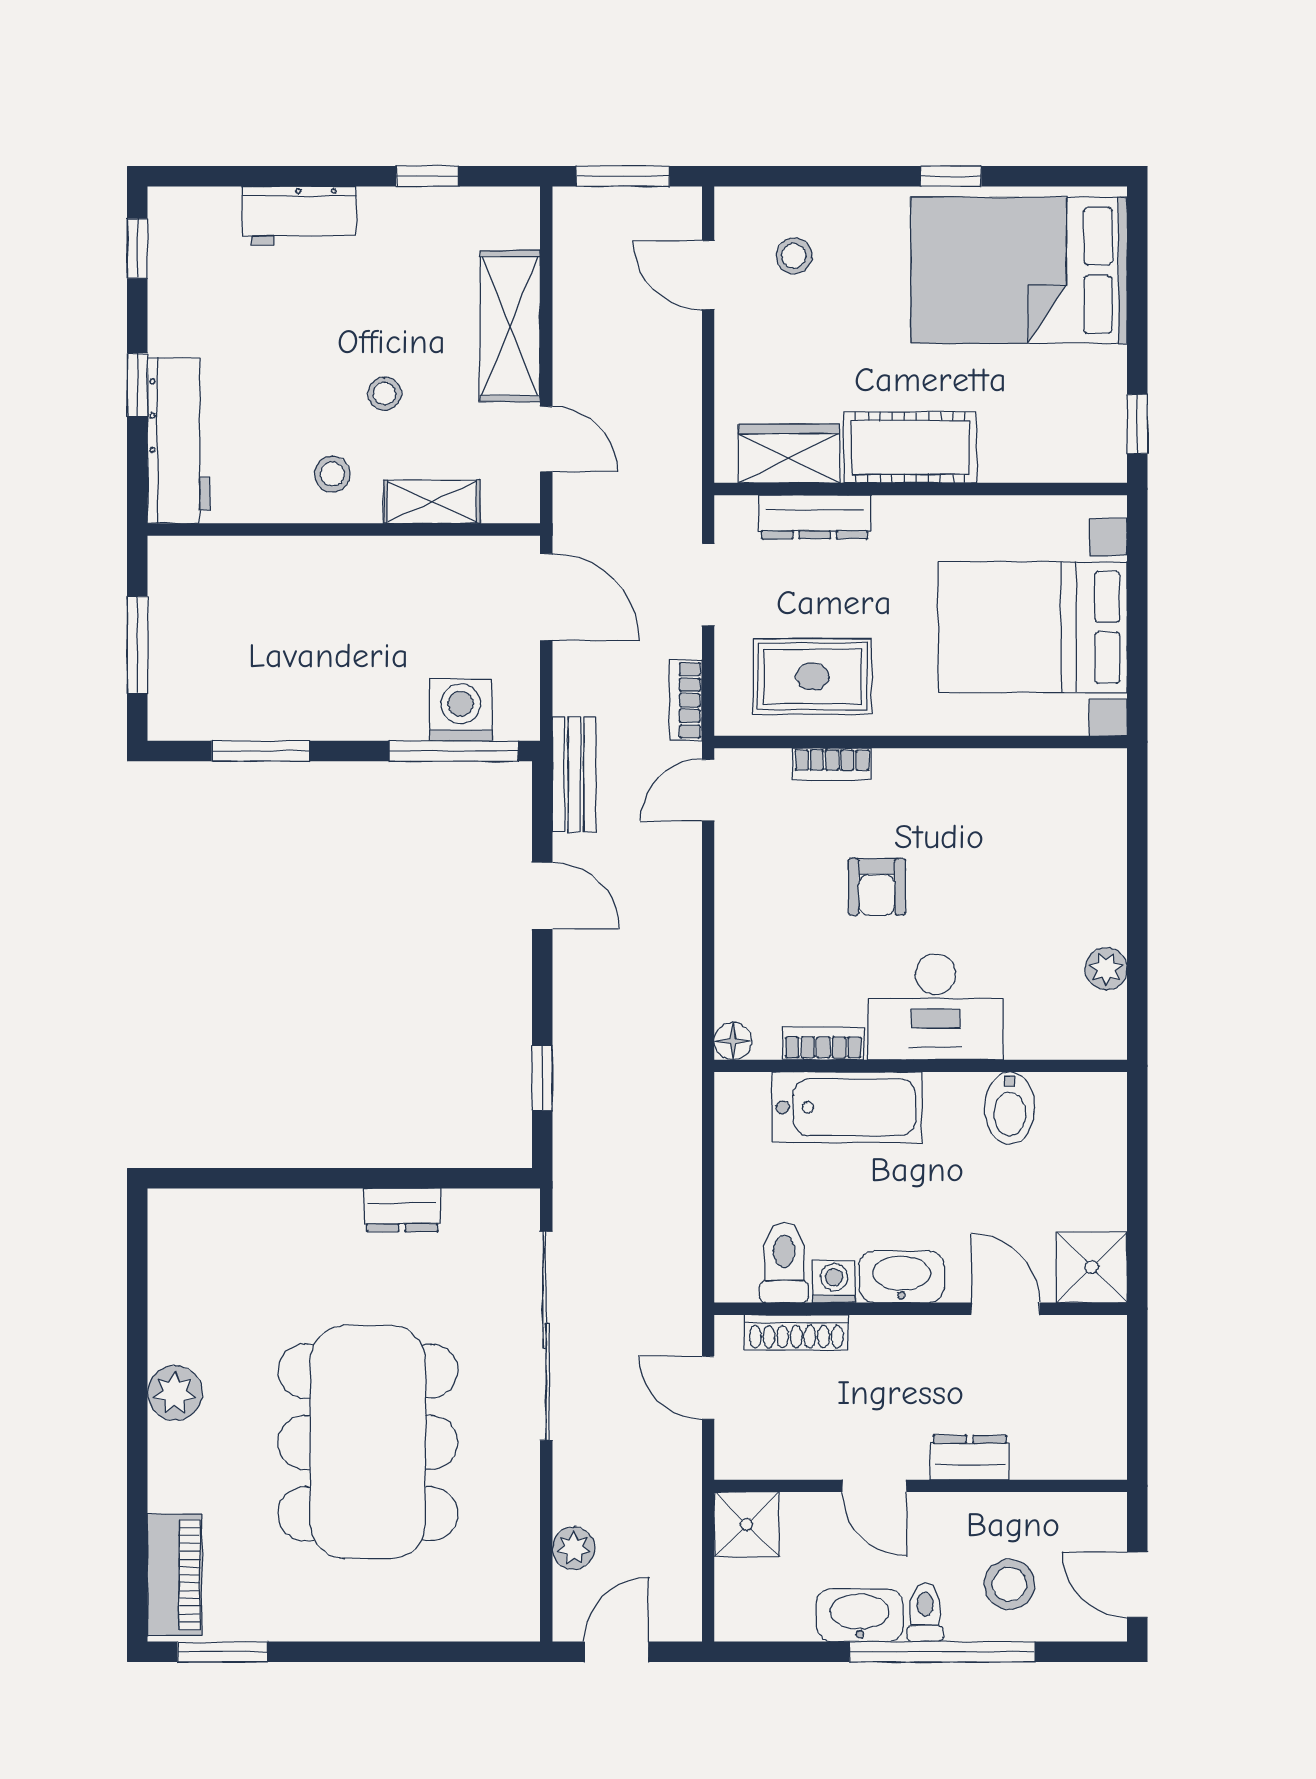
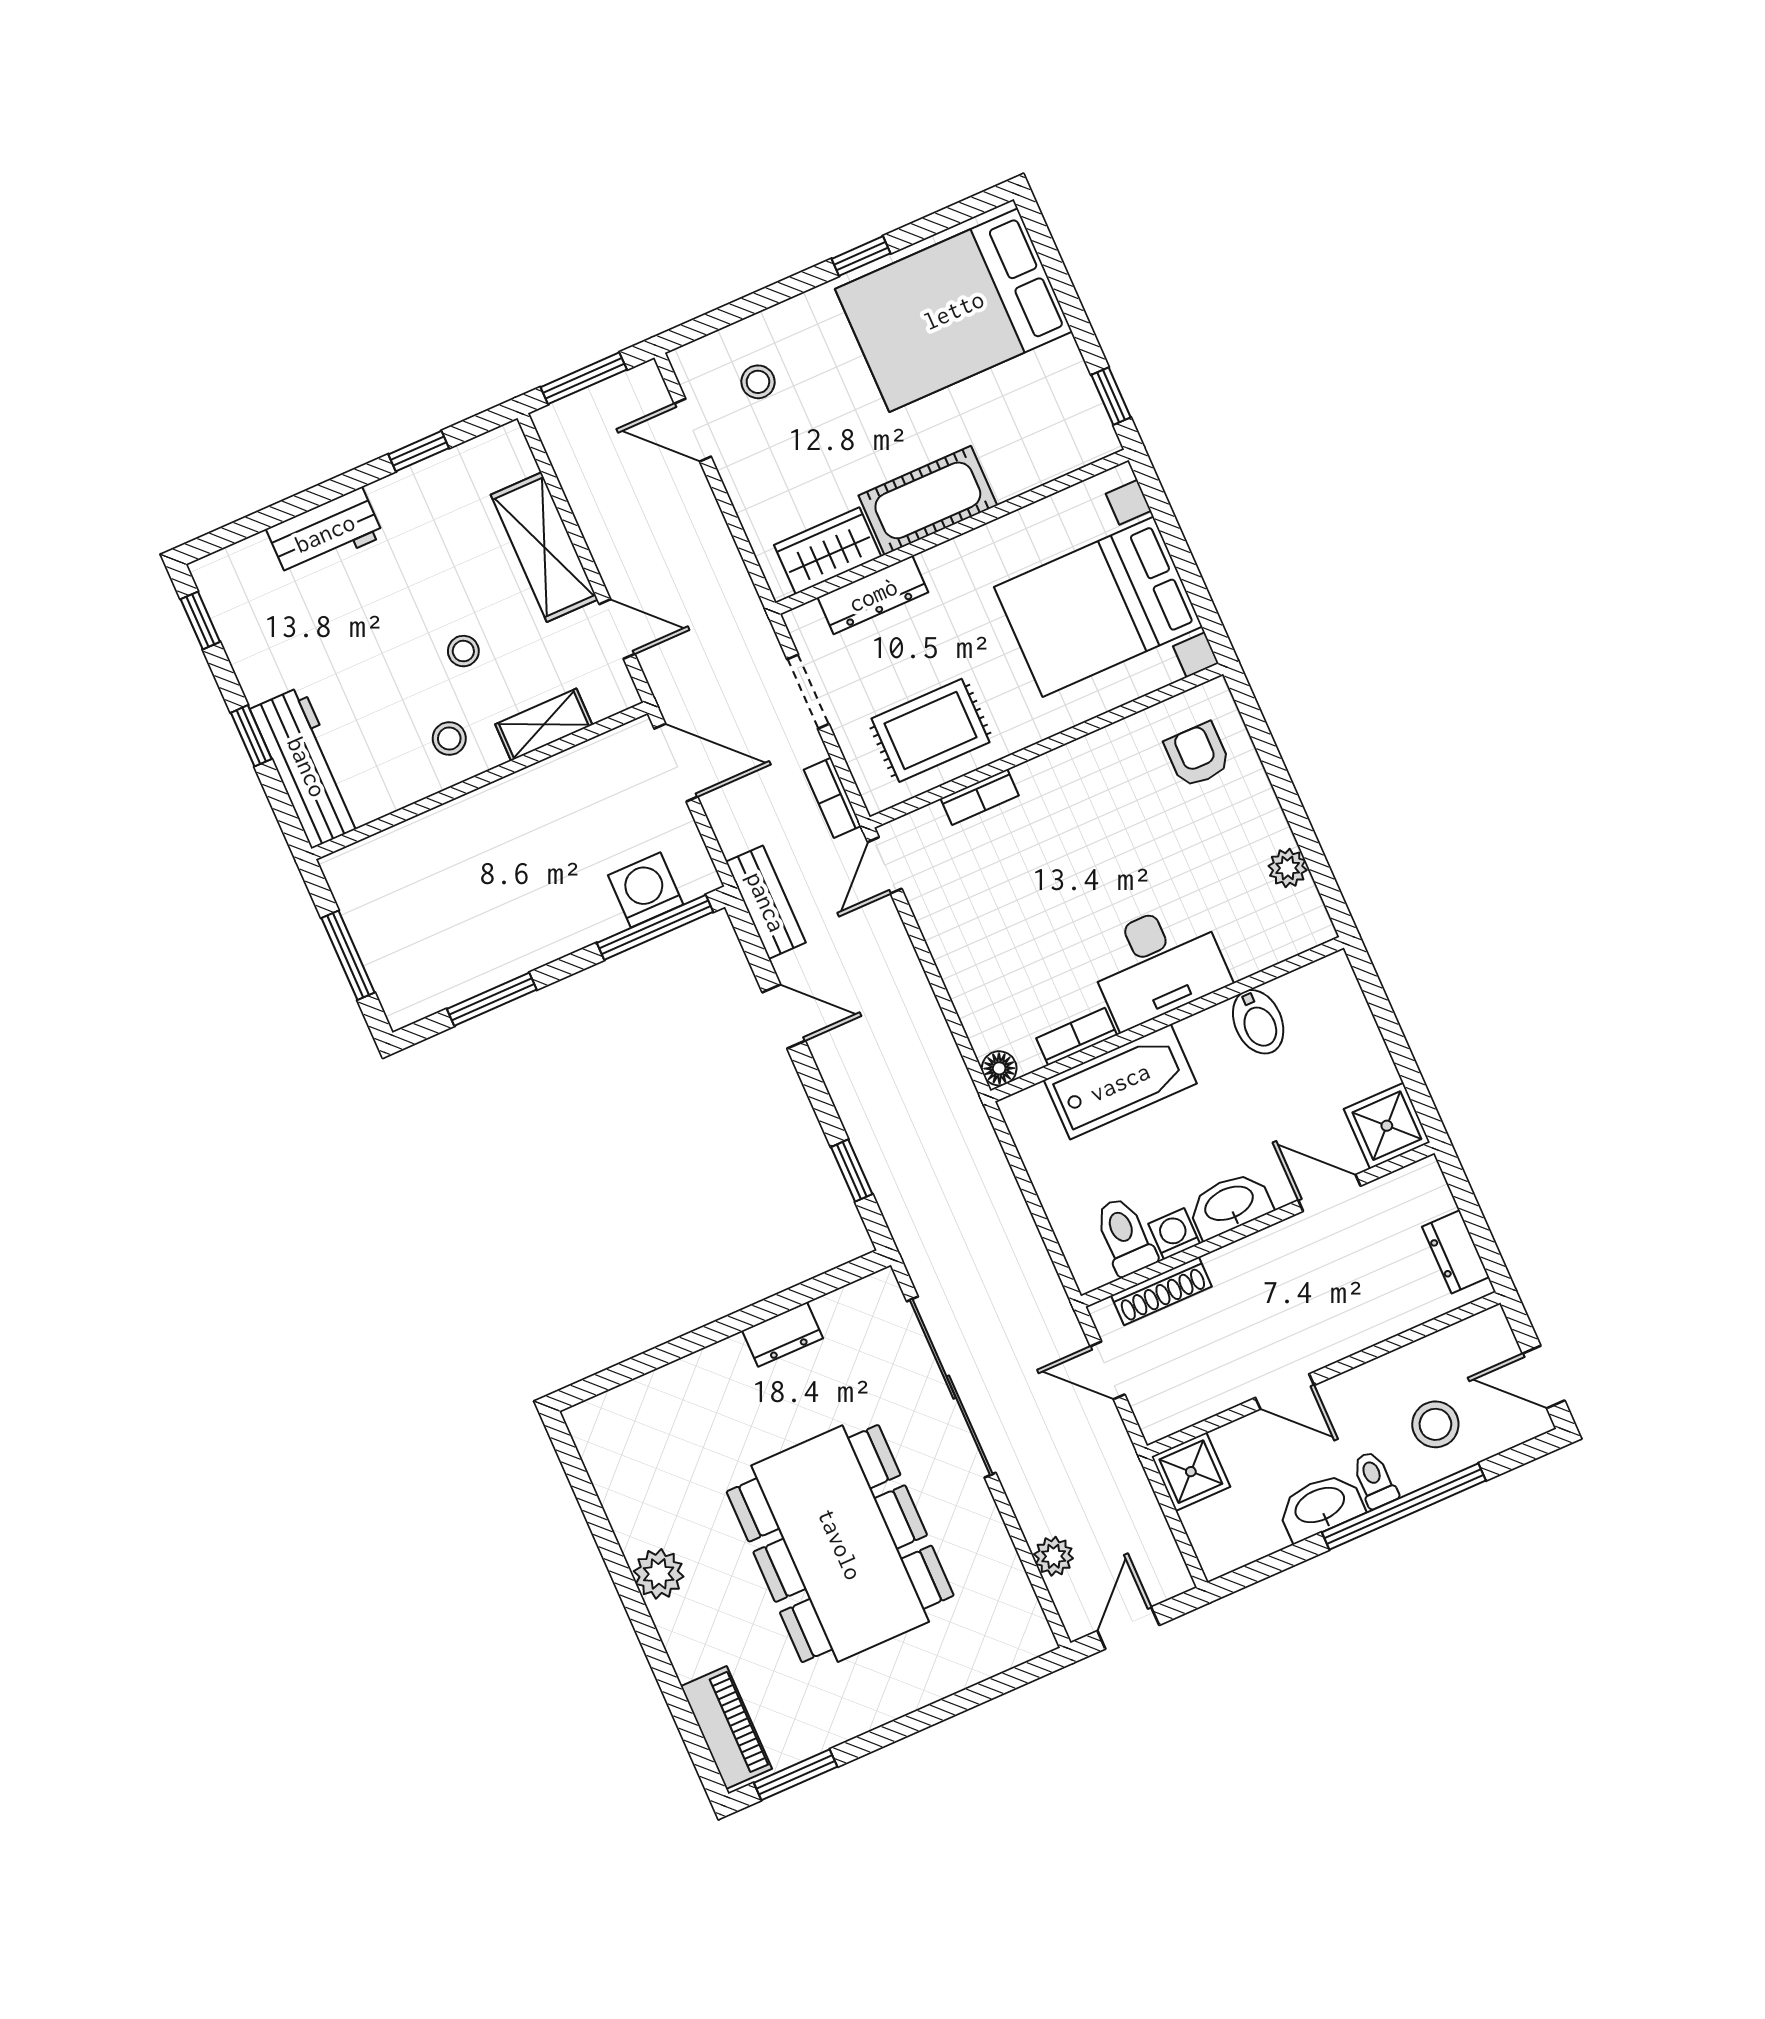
armchair: (877, 887) -> (1197, 755), moved, turned 180
dresser: (970, 1457) -> (1456, 1252), moved, turned -90

